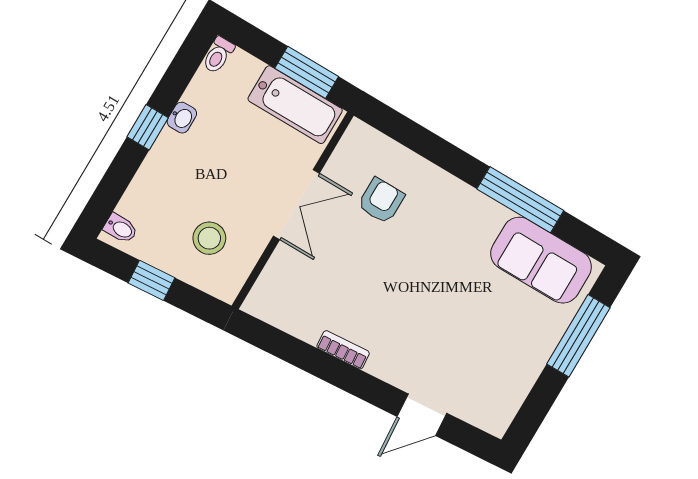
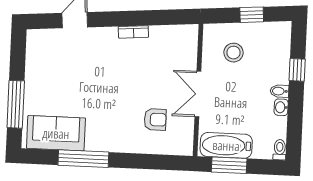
window: (148, 127) -> (297, 70), moved
armchair: (381, 201) -> (155, 120), turned -90
bidet: (121, 228) -> (279, 91), moved

